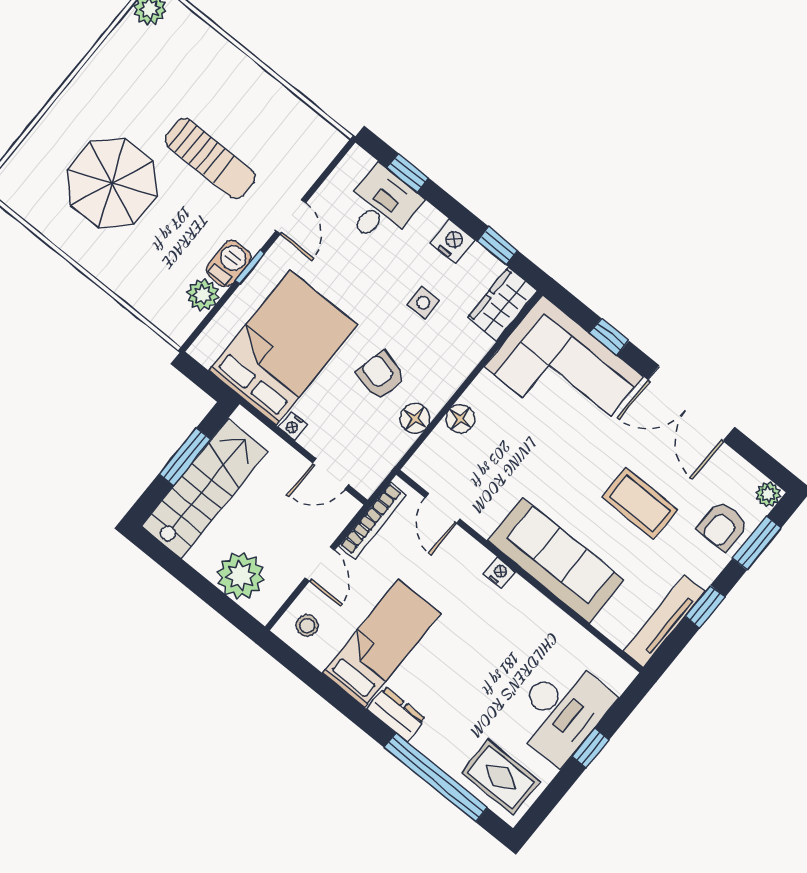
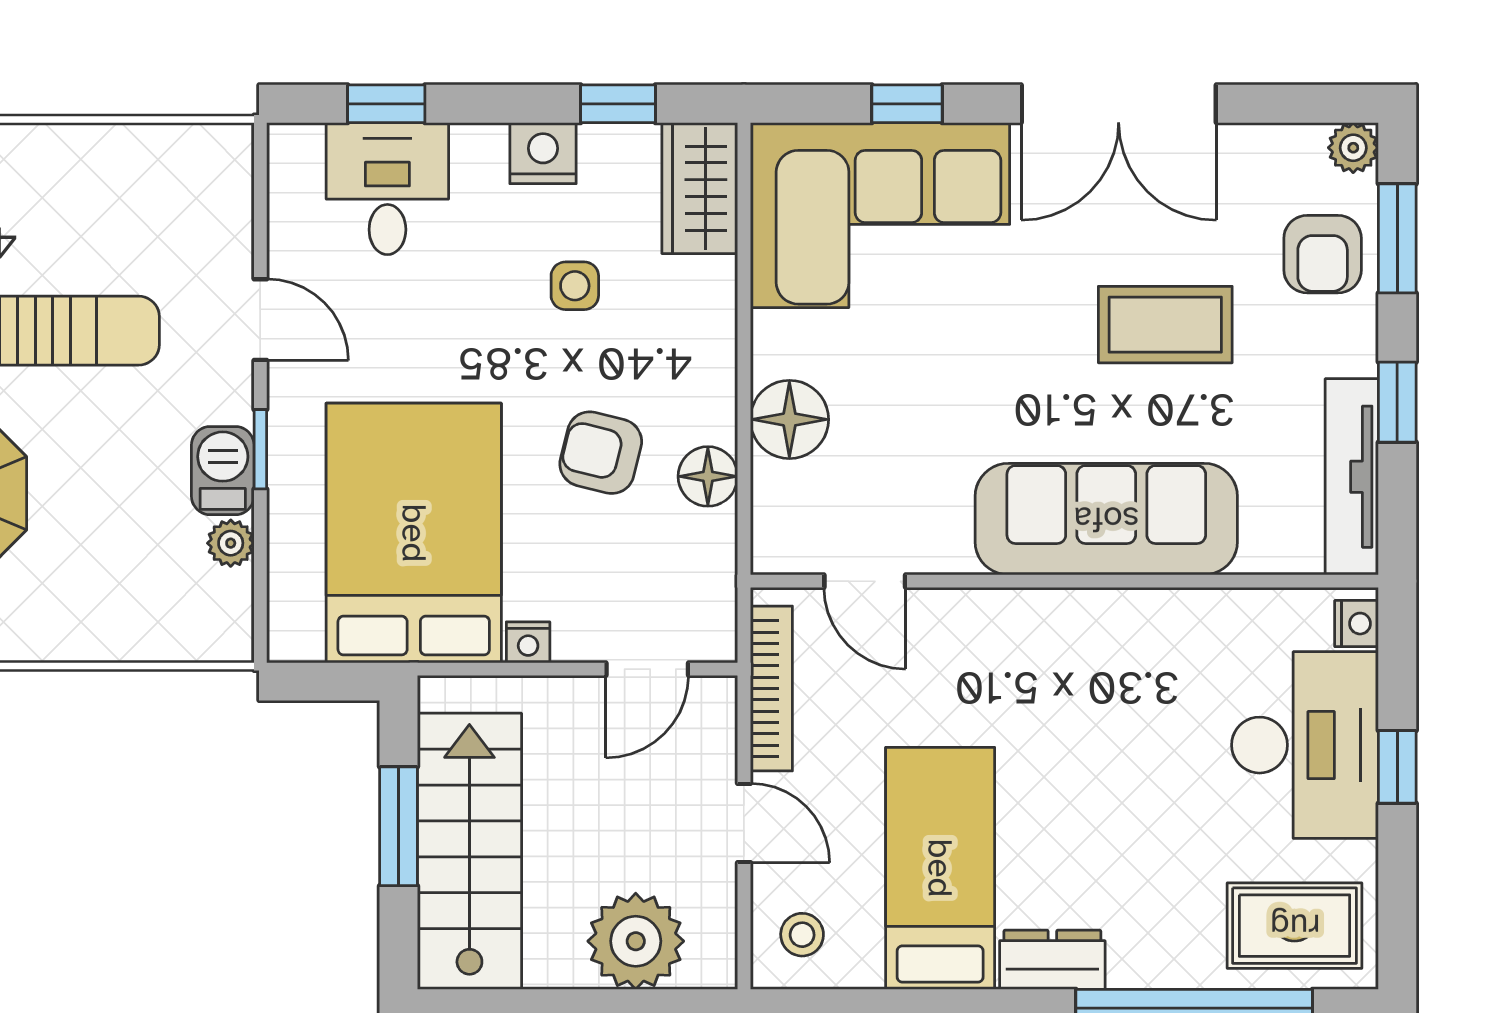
plant: (203, 295) -> (231, 543), width x0.73, depth x0.73
floor lamp: (460, 419) -> (789, 419), width x1.38, depth x1.38
nightstand: (499, 573) -> (1357, 624), moved, turned 90

